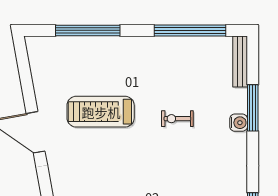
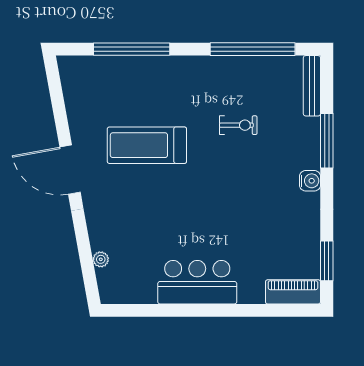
exercise bike: (177, 119) -> (238, 125), moved, turned 180
water cooler: (239, 123) -> (310, 181), moved

